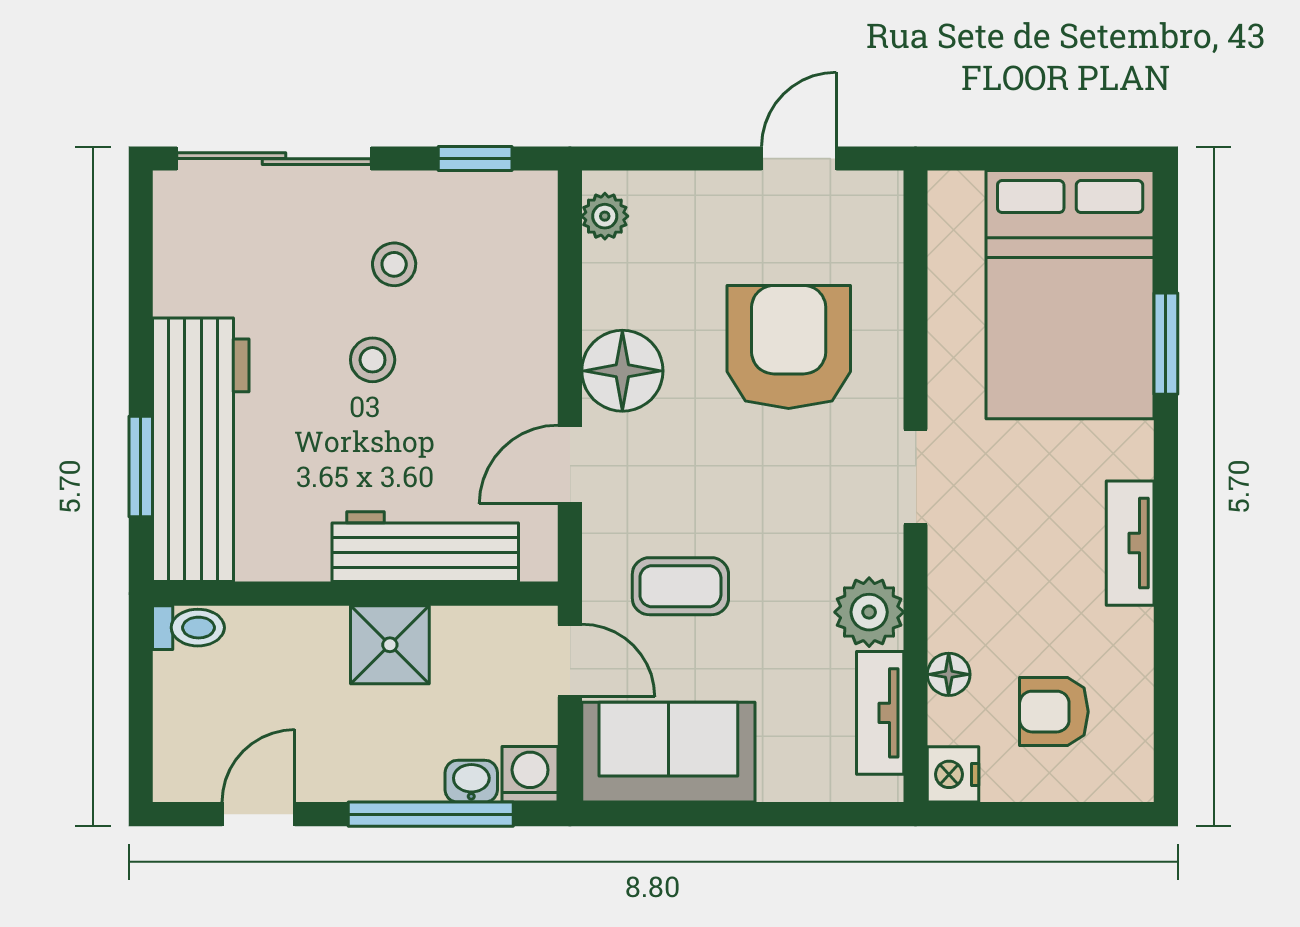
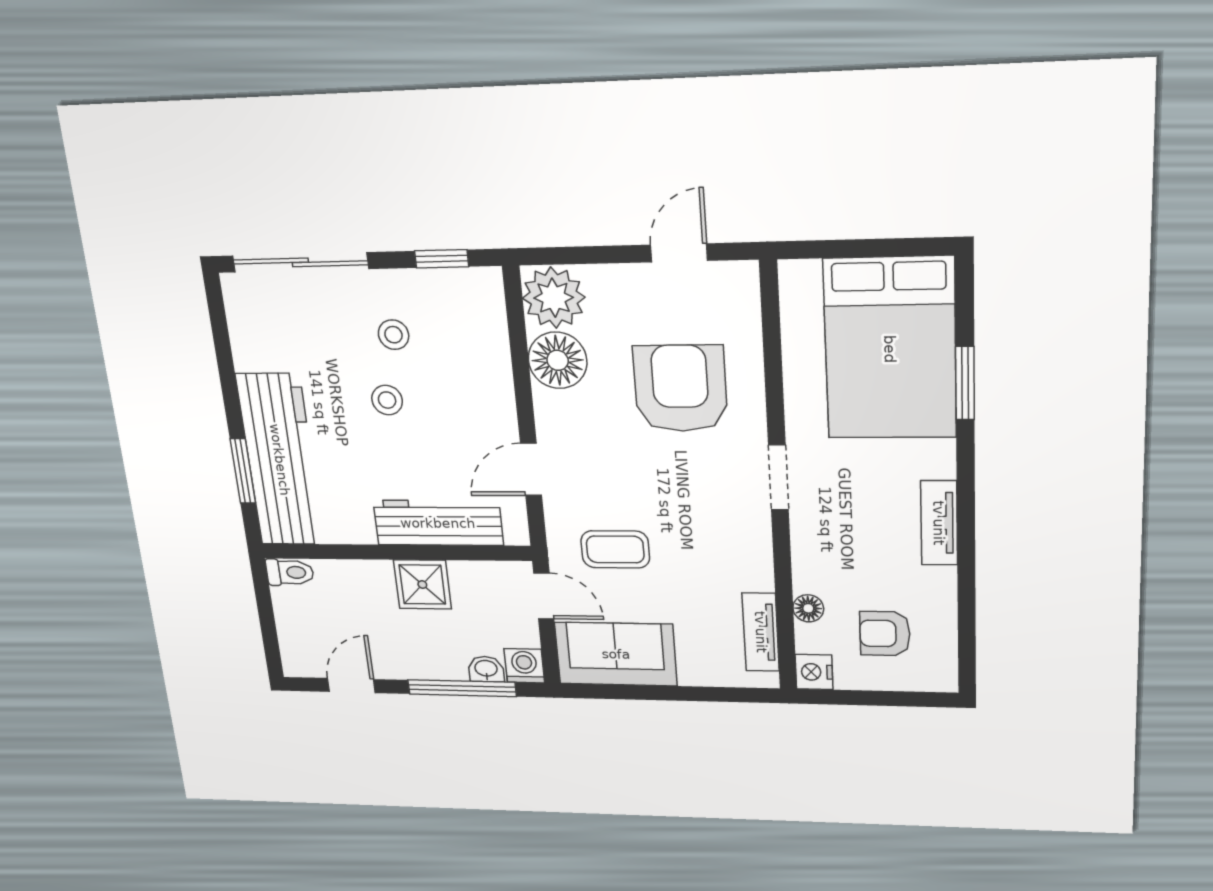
plant: (605, 216) -> (554, 298), width x1.88, depth x1.88
floor lamp: (622, 371) -> (558, 360), moved
plant: (869, 612) -> (749, 567), removed

